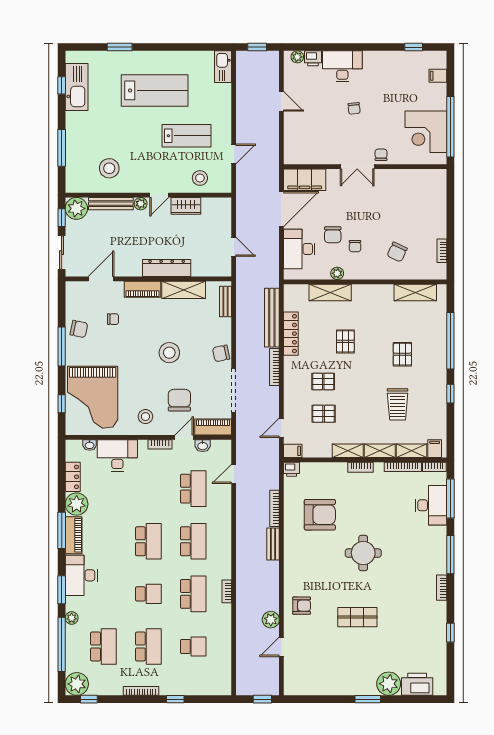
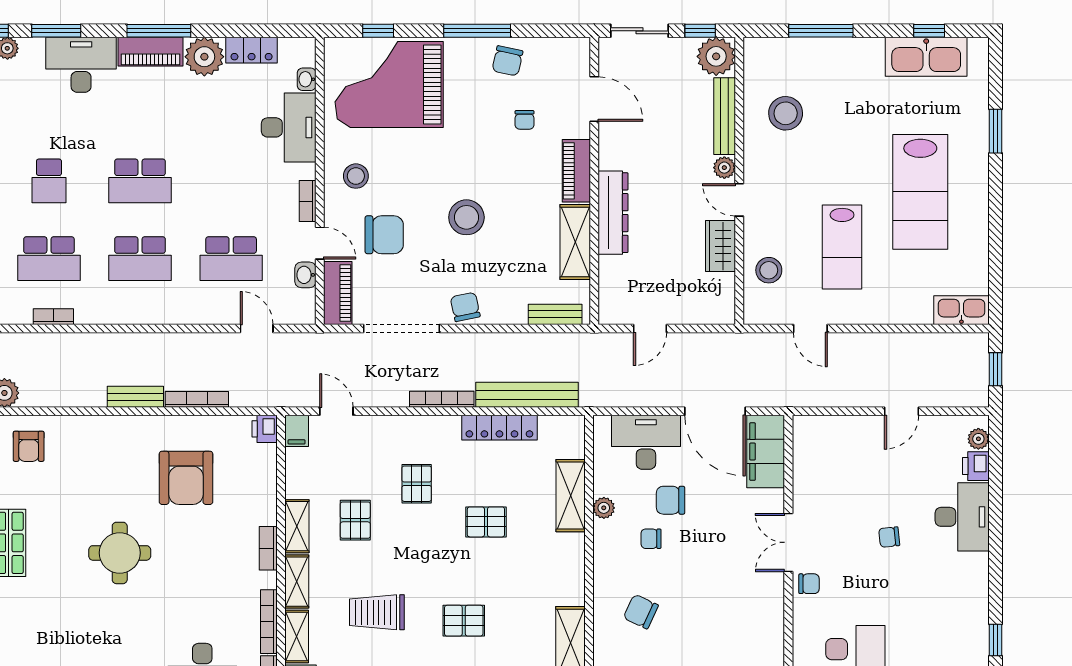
pallet: (324, 414) -> (355, 520), moved

